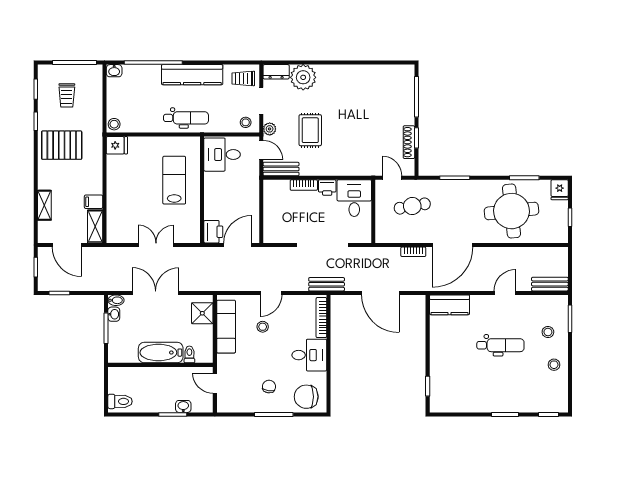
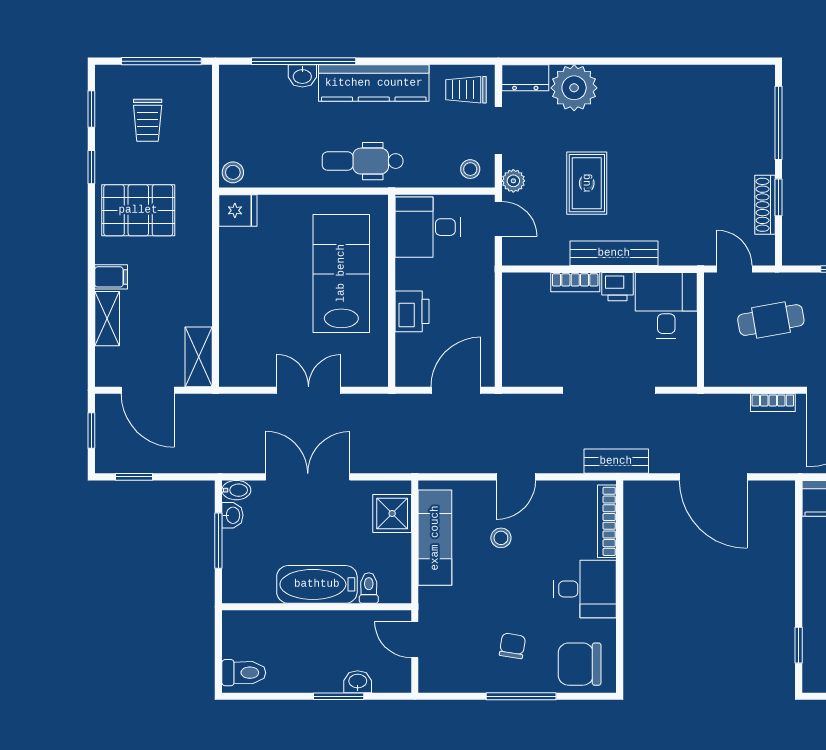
washbasin: (114, 71) -> (302, 76), moved
dental chair: (186, 118) -> (363, 161), turned 180
bench: (281, 169) -> (614, 253), moved, width x1.36
lab bench: (174, 180) -> (341, 273), width x1.36, depth x1.39
filing cabinet: (94, 202) -> (111, 277), moved, turned 180
printer: (213, 232) -> (412, 311), moved

